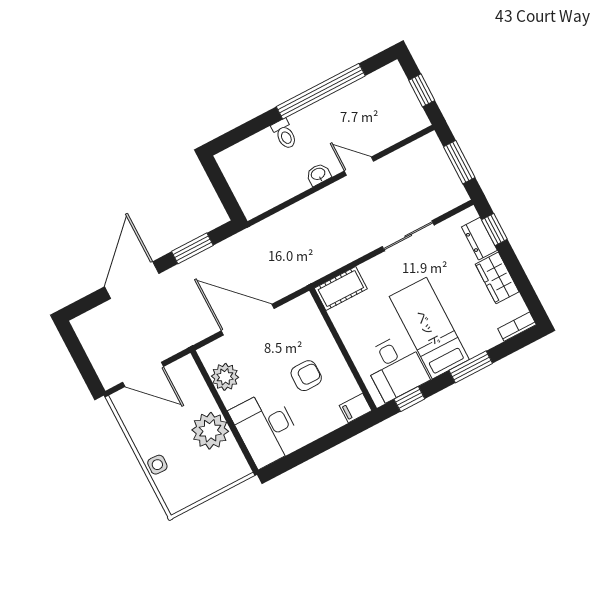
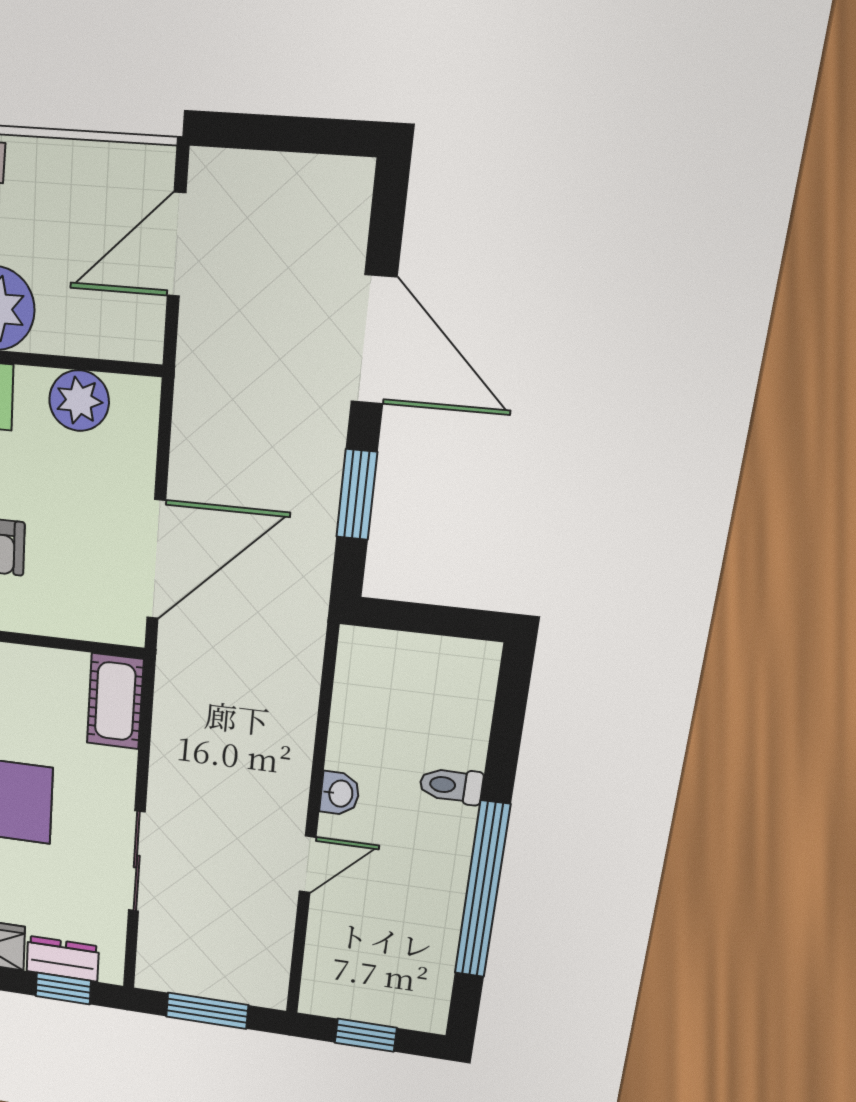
door: (248, 320) -> (156, 559), moved

